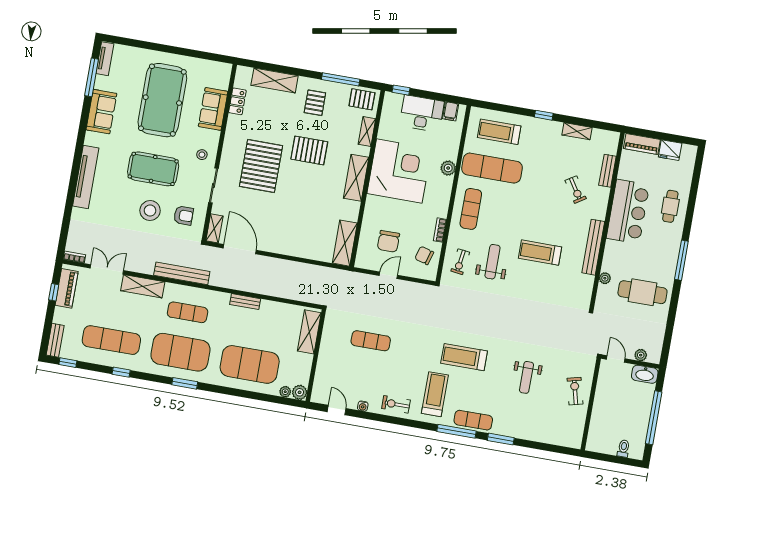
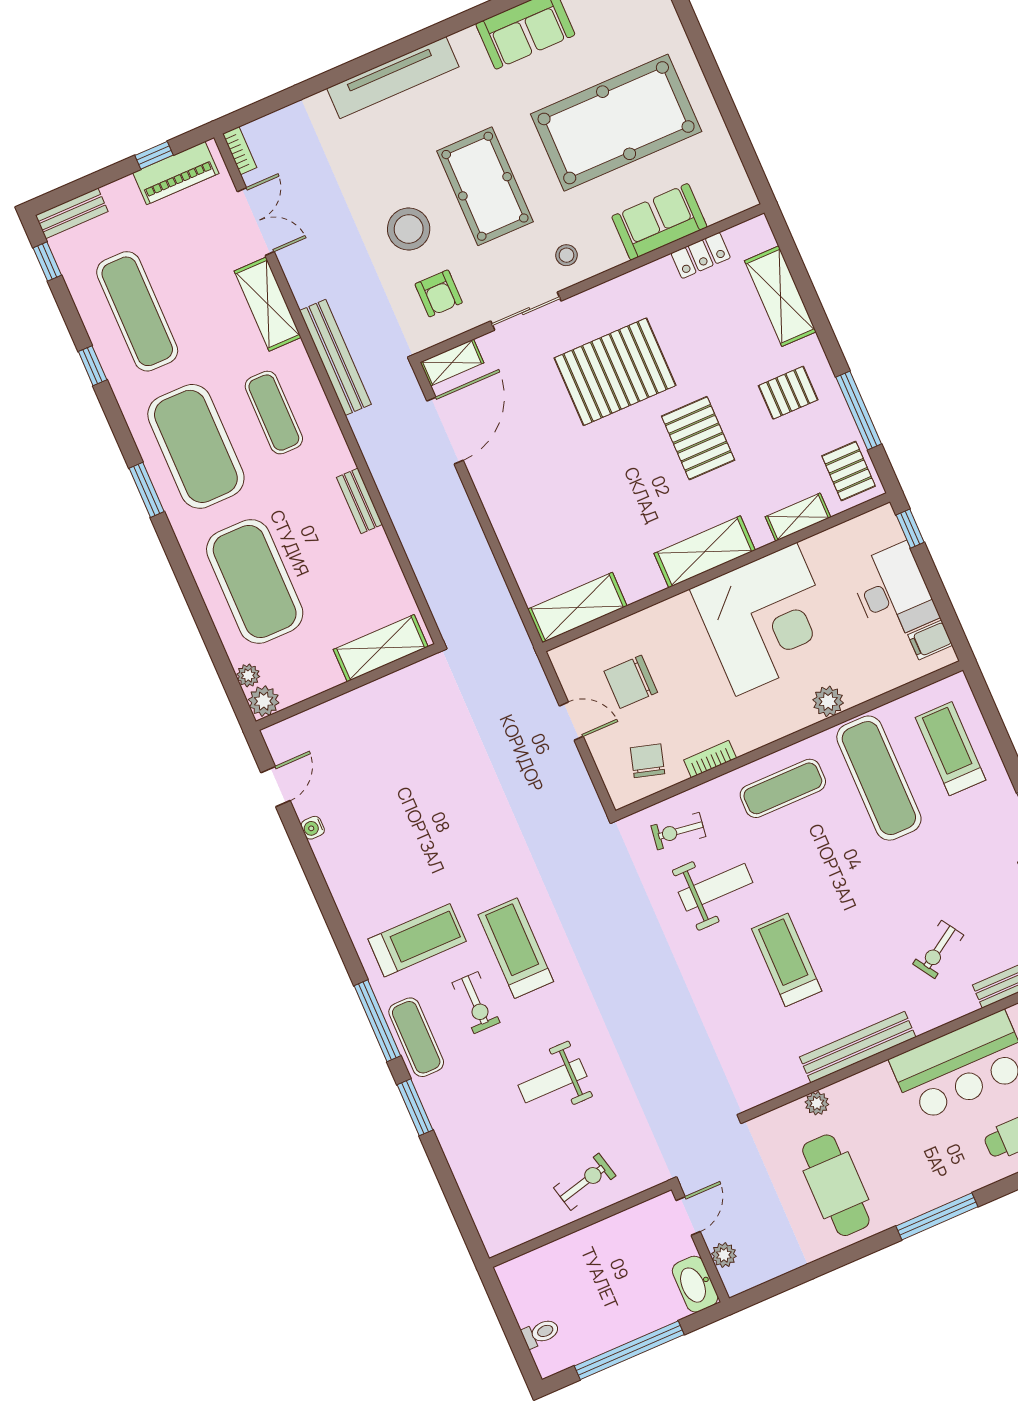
exercise mat: (371, 341) -> (436, 766), removed
exercise bike: (396, 404) -> (476, 1003), moved, turned 180

